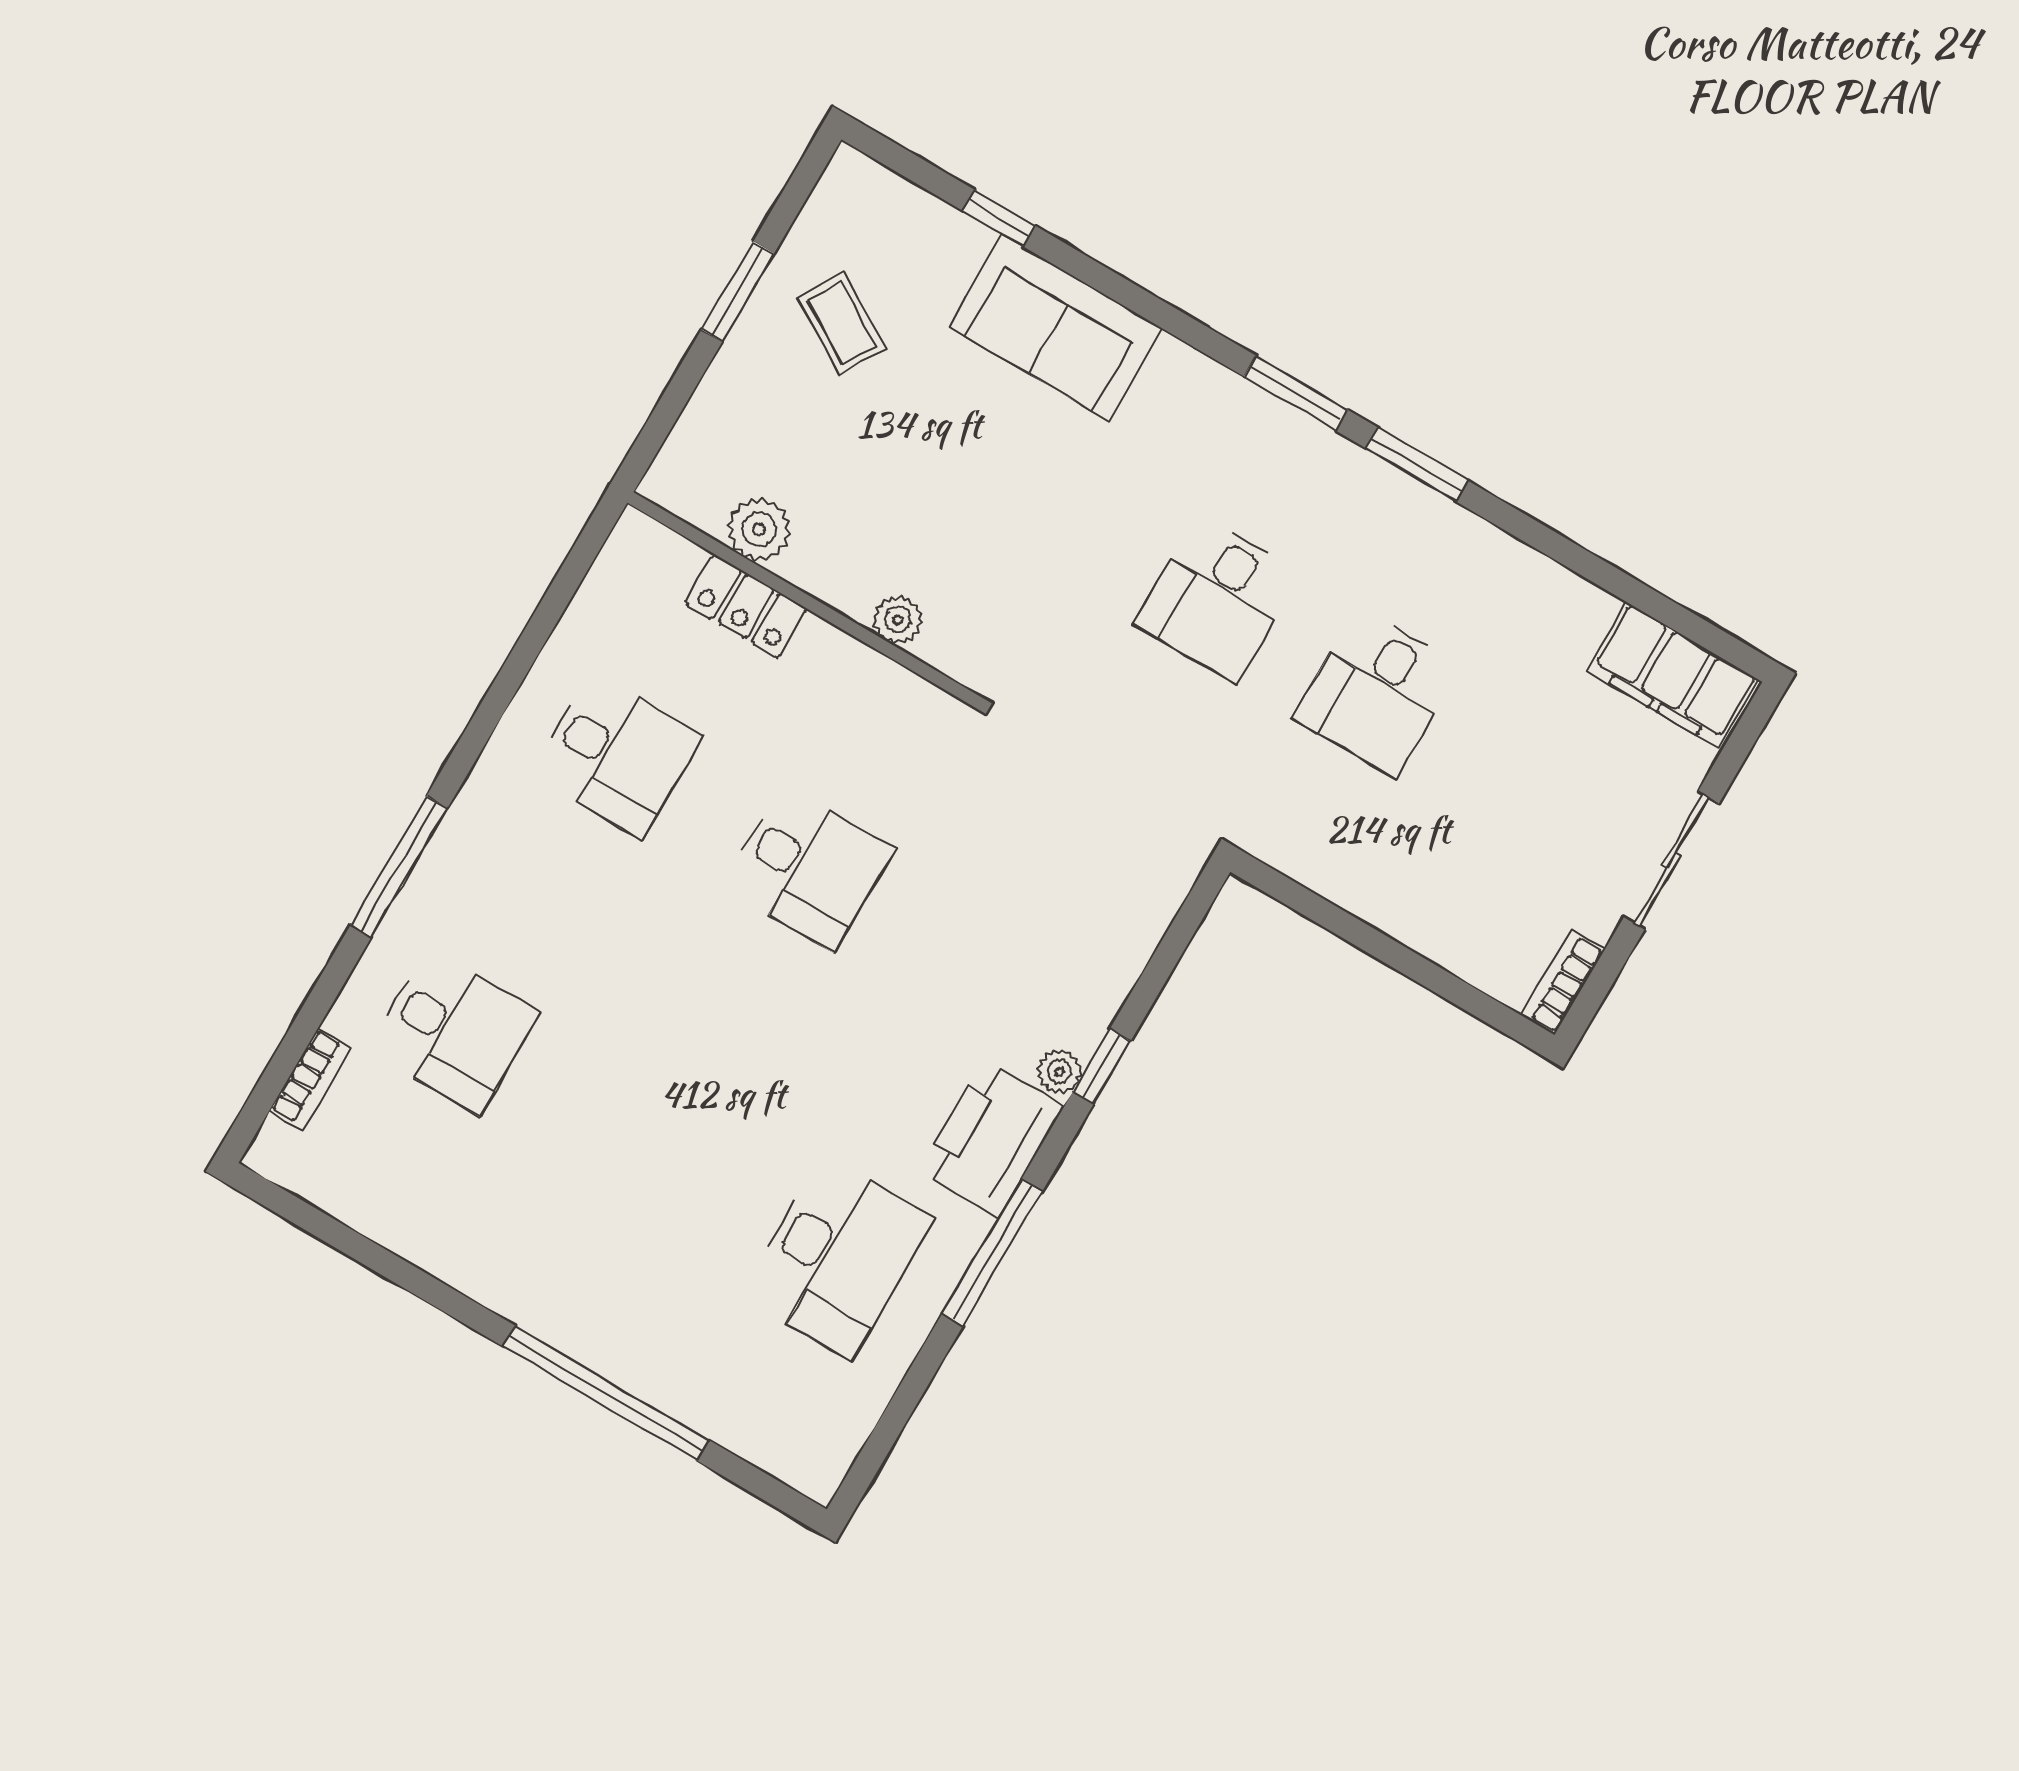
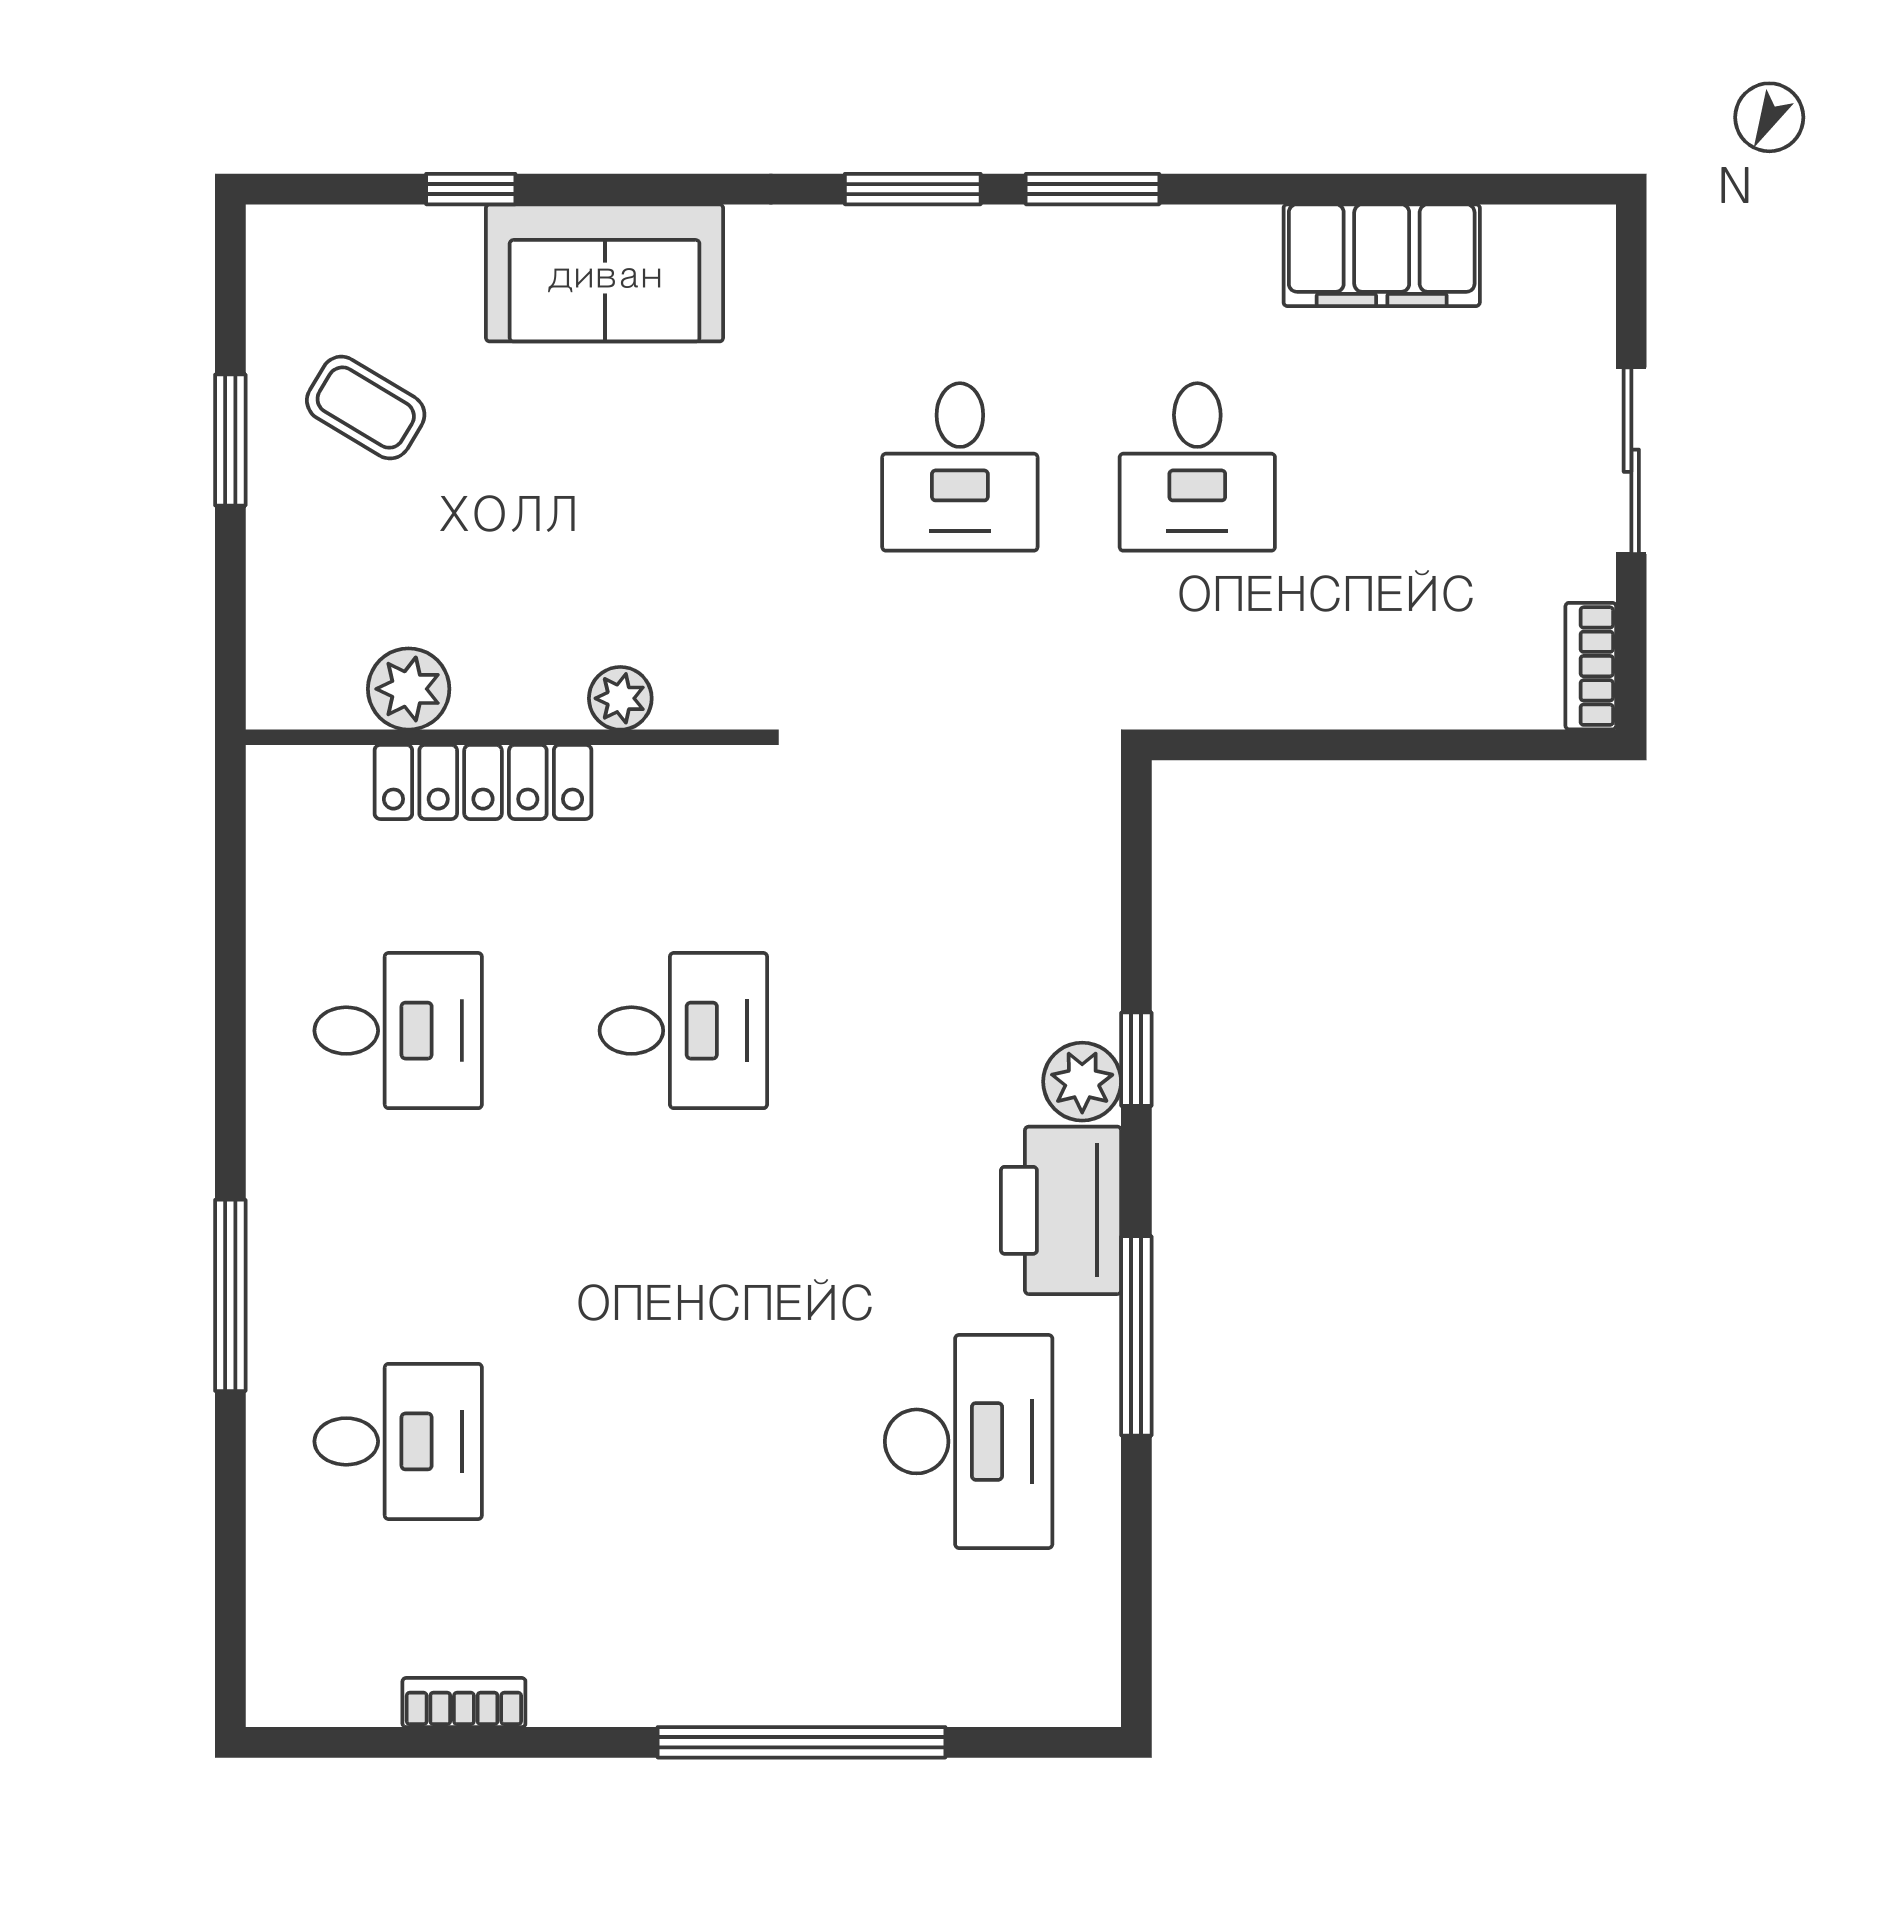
locker: (746, 606) -> (483, 782), width x1.53
filing cabinet: (1673, 675) -> (1382, 255), moved
plant: (1059, 1072) -> (1082, 1082), width x1.38, depth x1.38
bookcase: (310, 1079) -> (464, 1702), moved, turned -90

